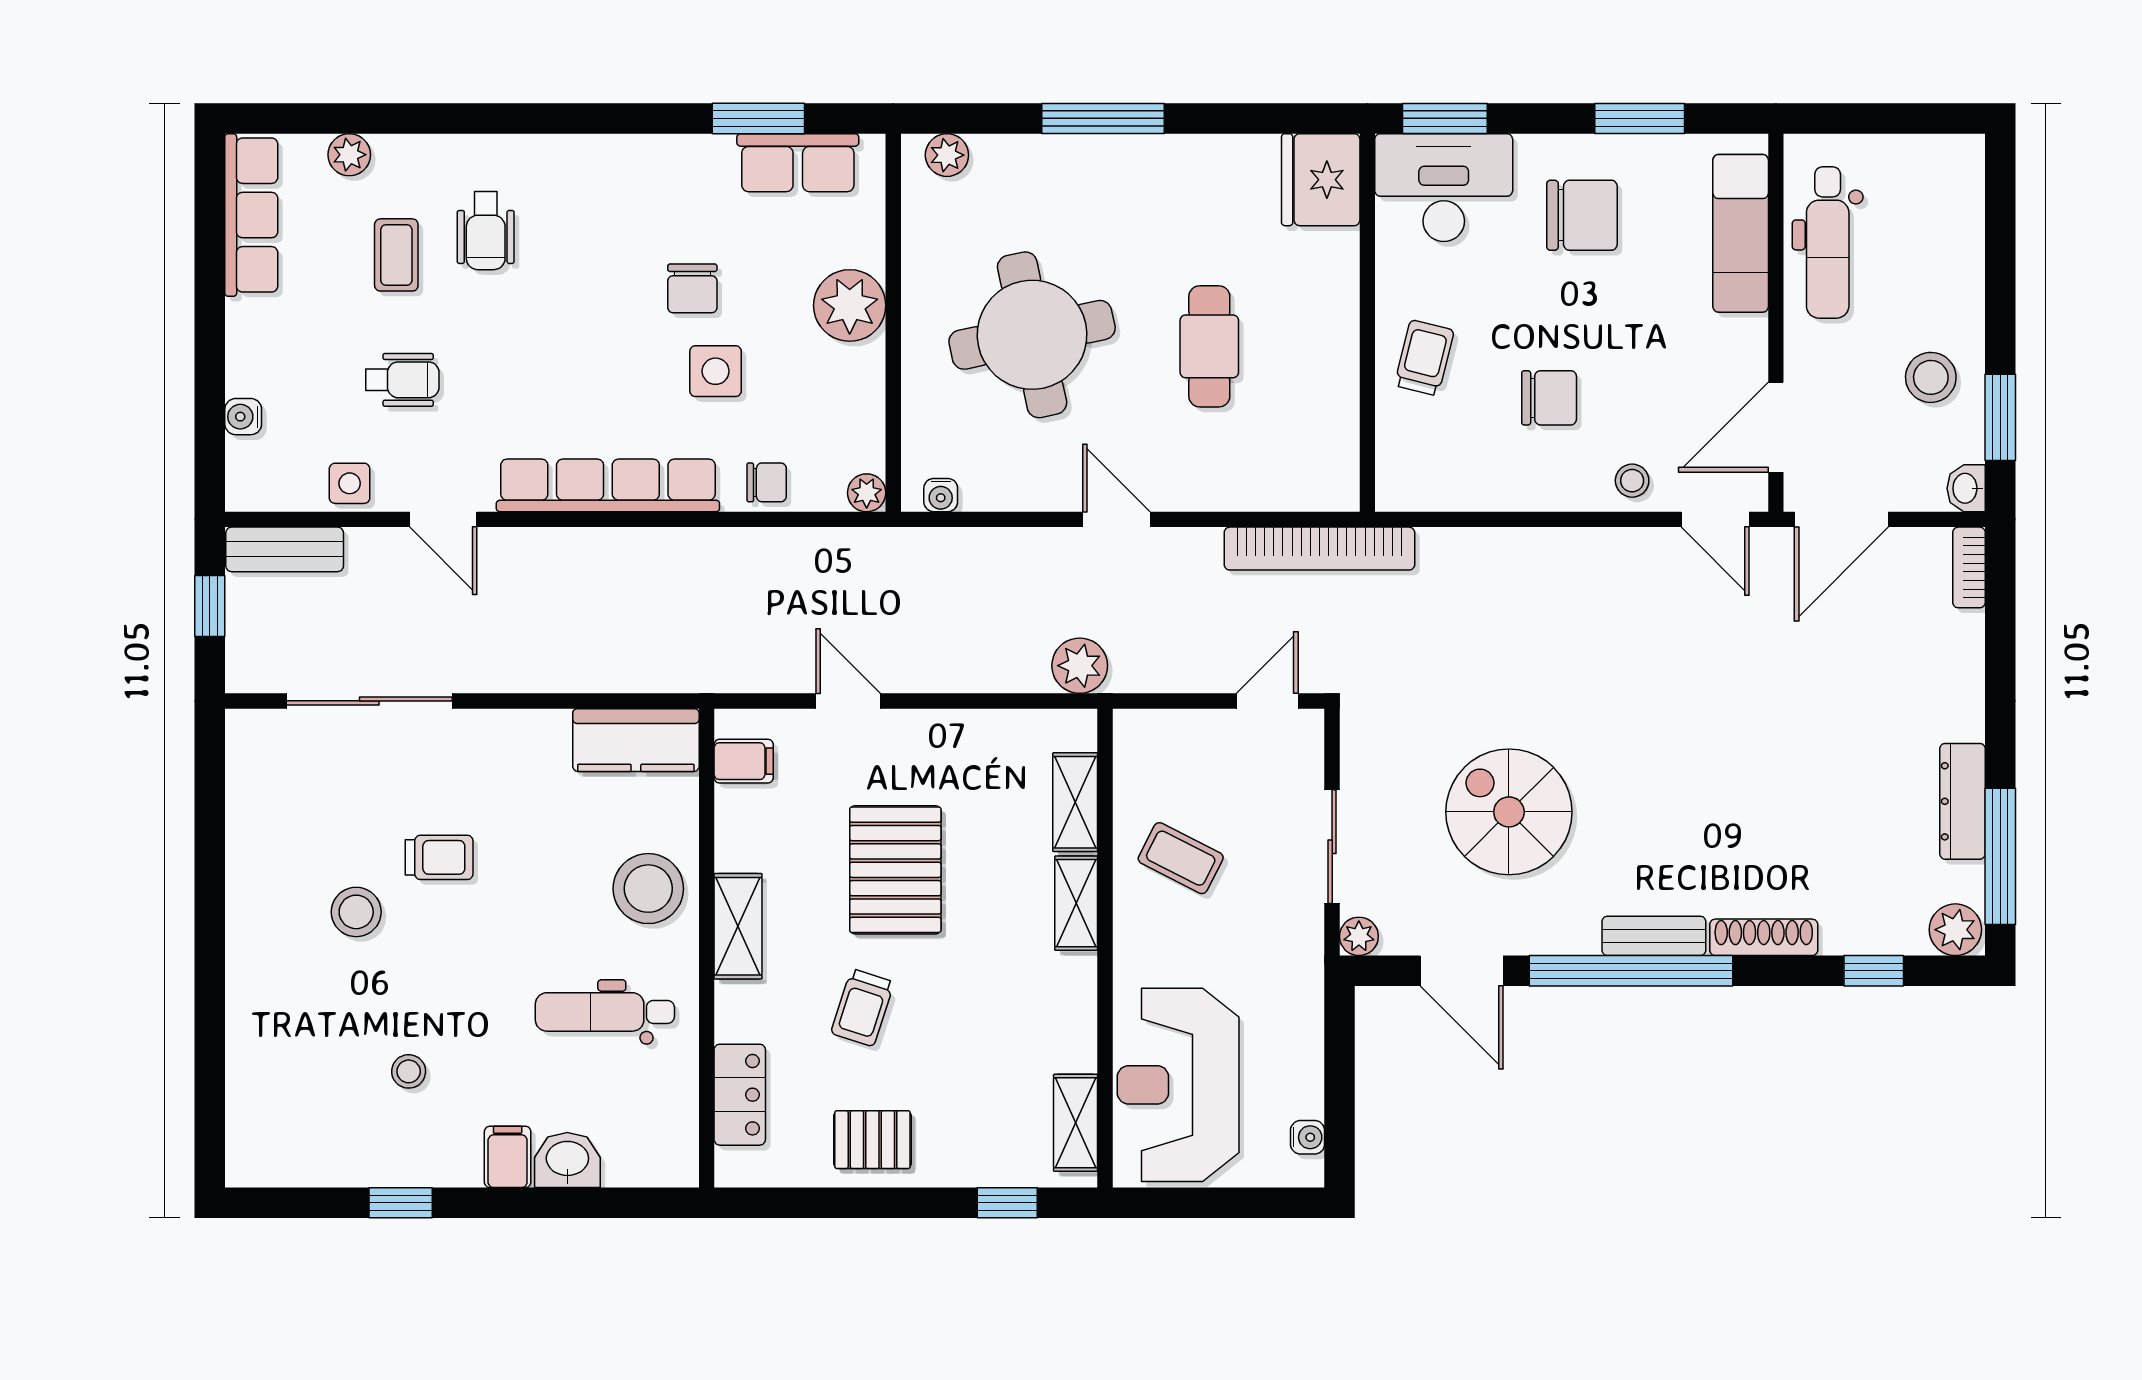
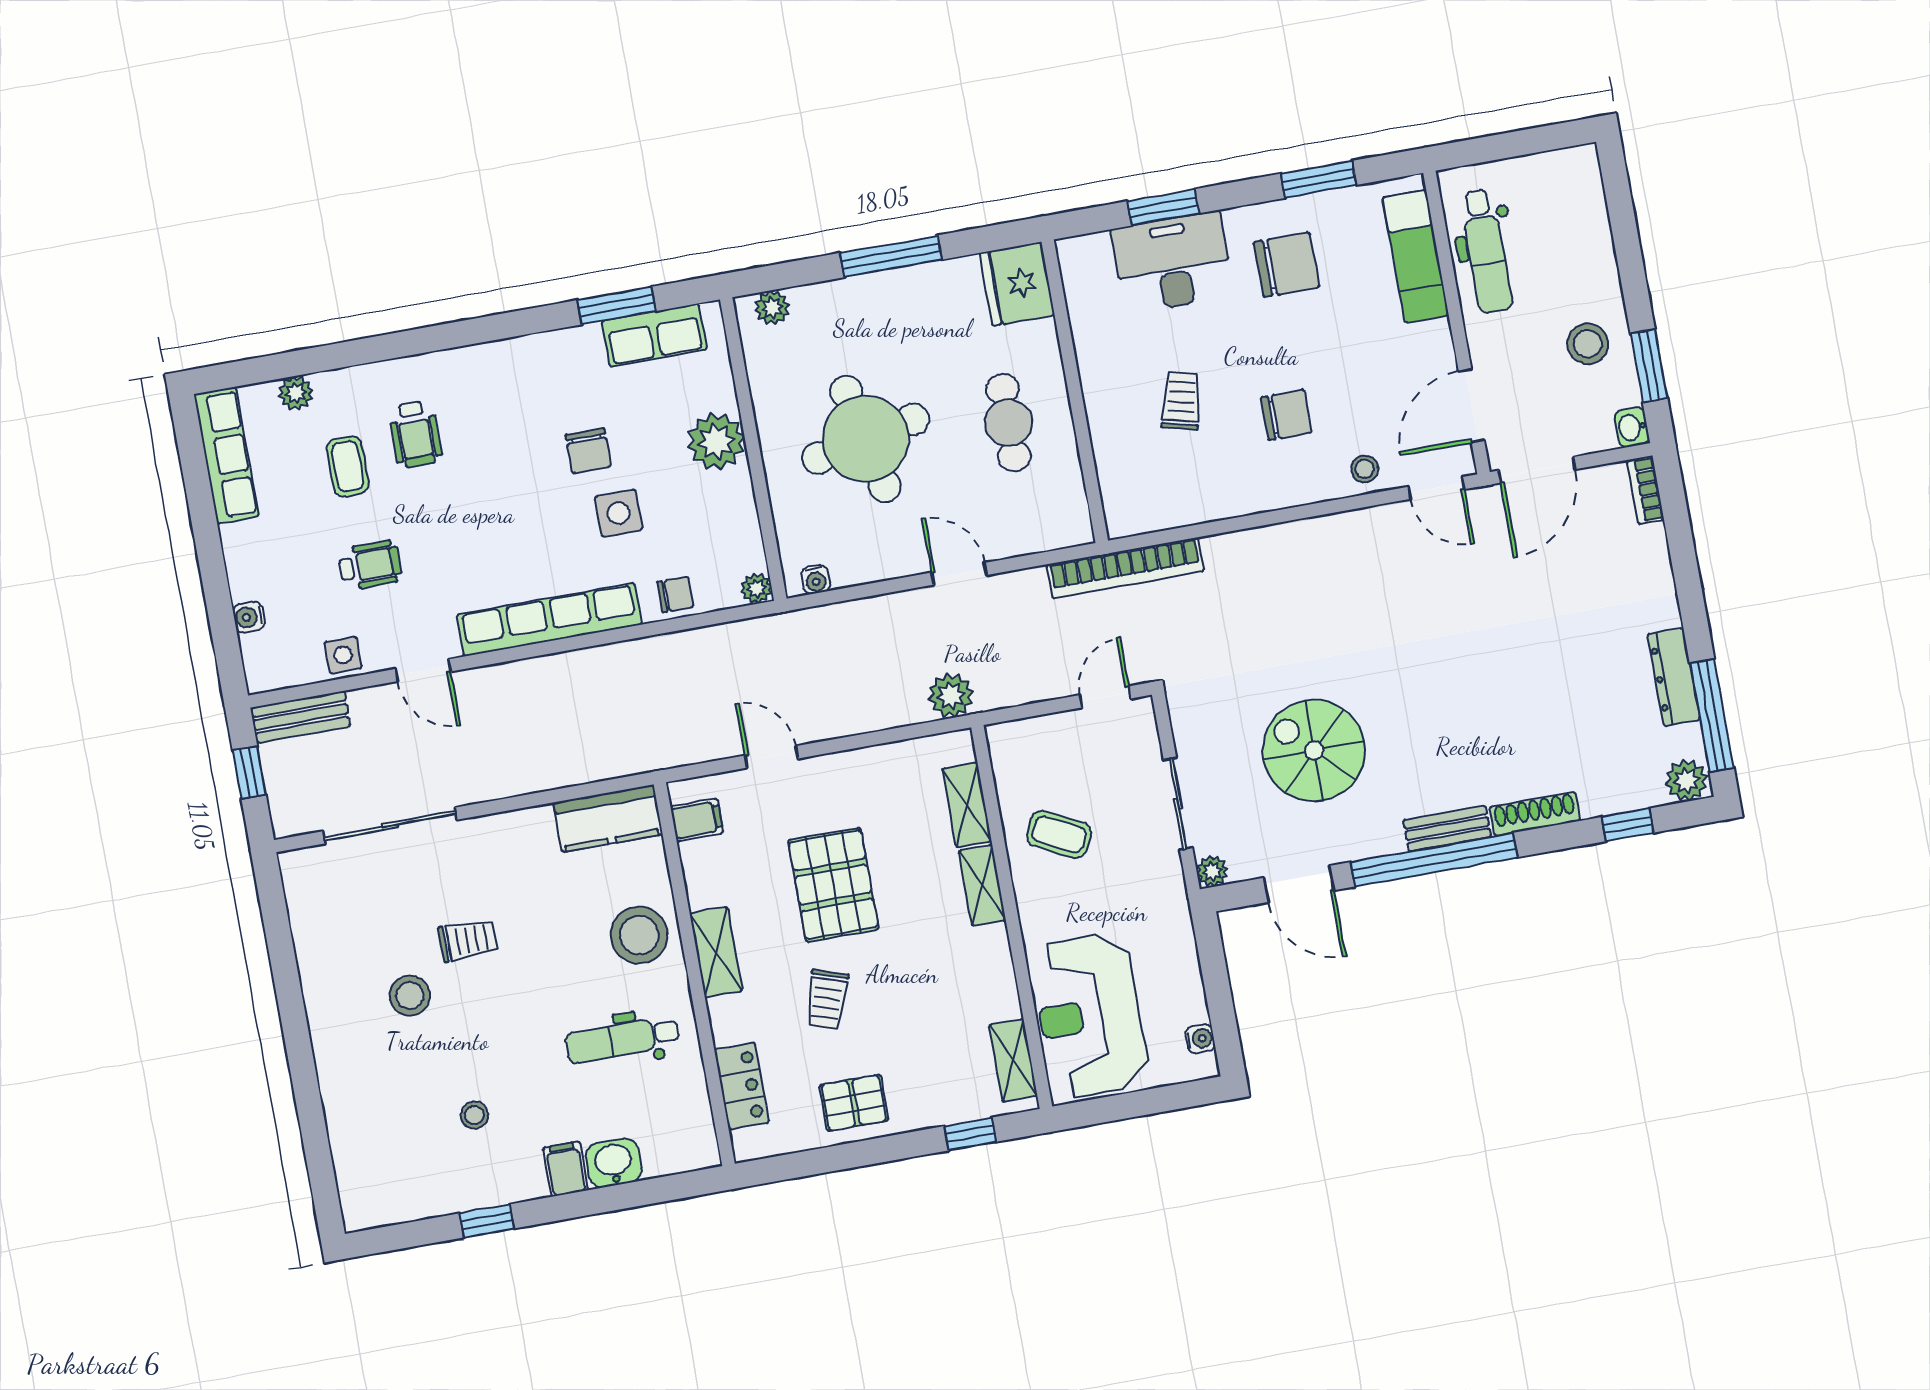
fridge: (1321, 180) -> (1017, 284), moved
wall: (1367, 323) -> (1075, 391), moved

